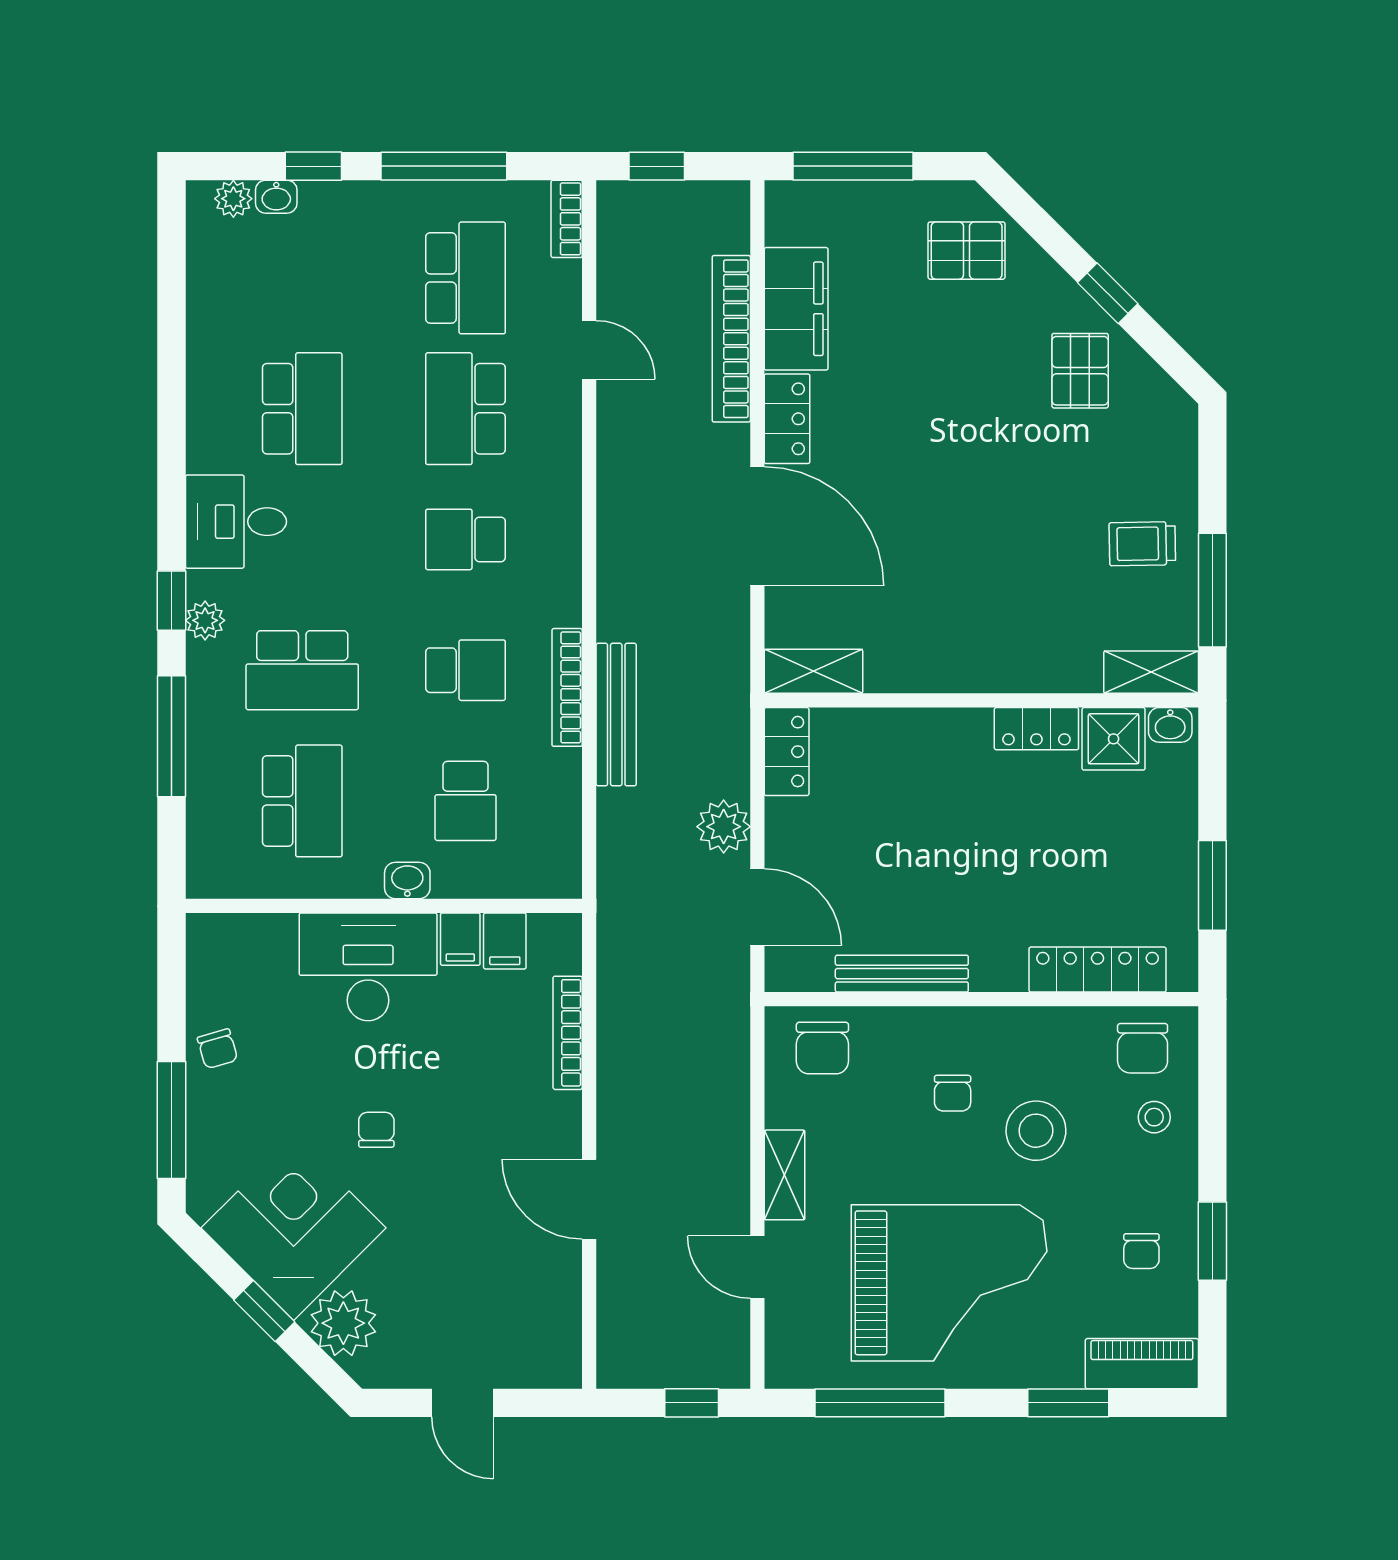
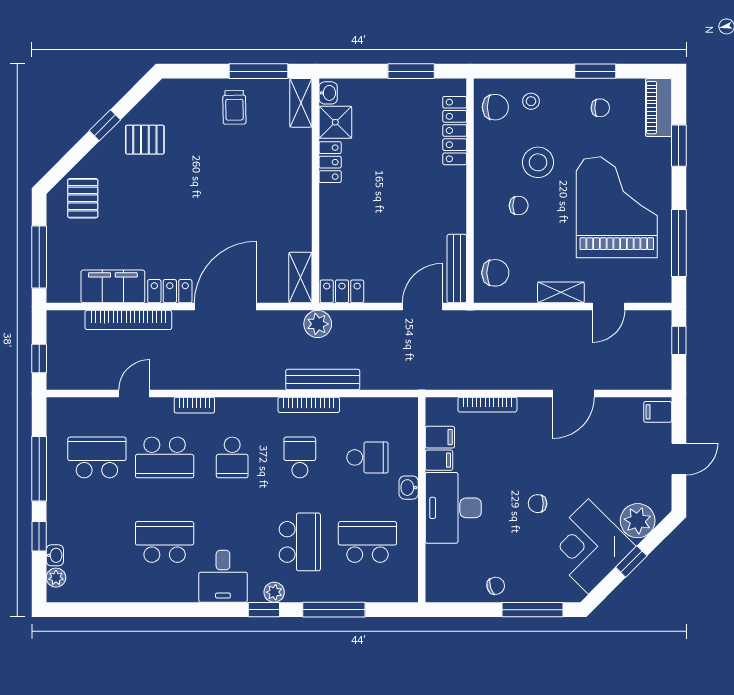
bookcase: (567, 219) -> (194, 405), moved
plant: (724, 827) -> (318, 324), moved
bench: (902, 974) -> (457, 269), moved
filing cabinet: (554, 1362) -> (658, 412), added

